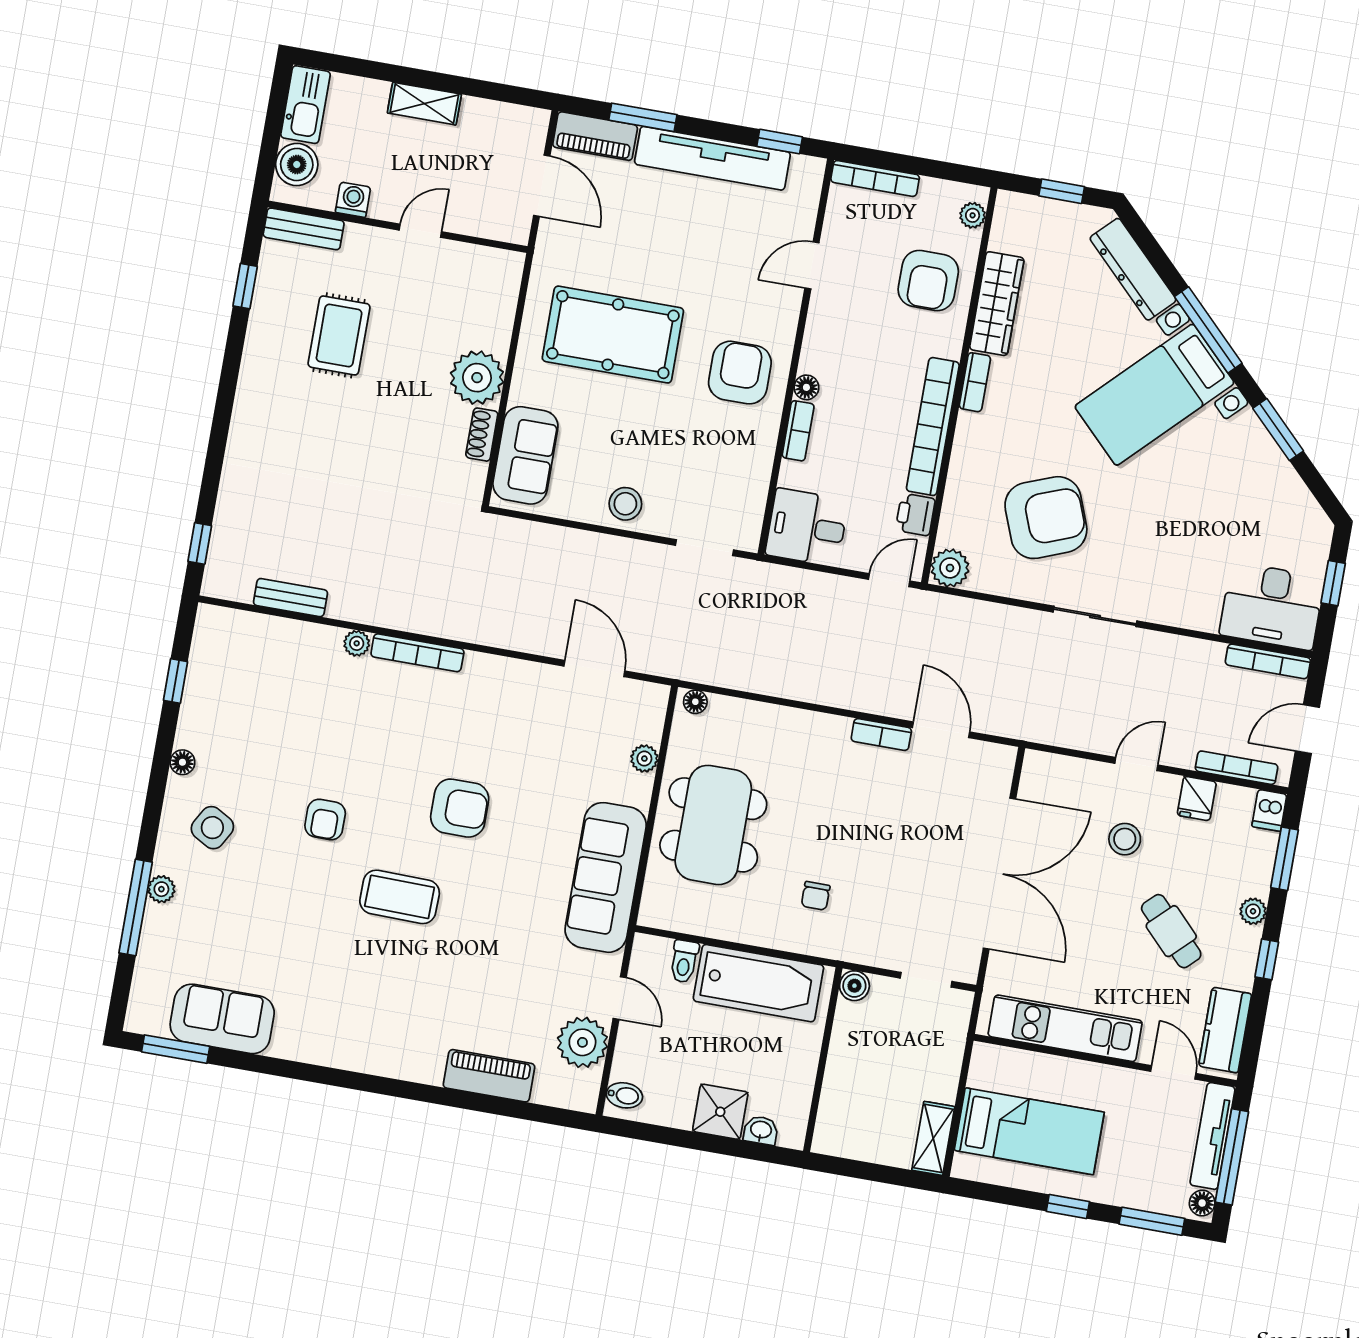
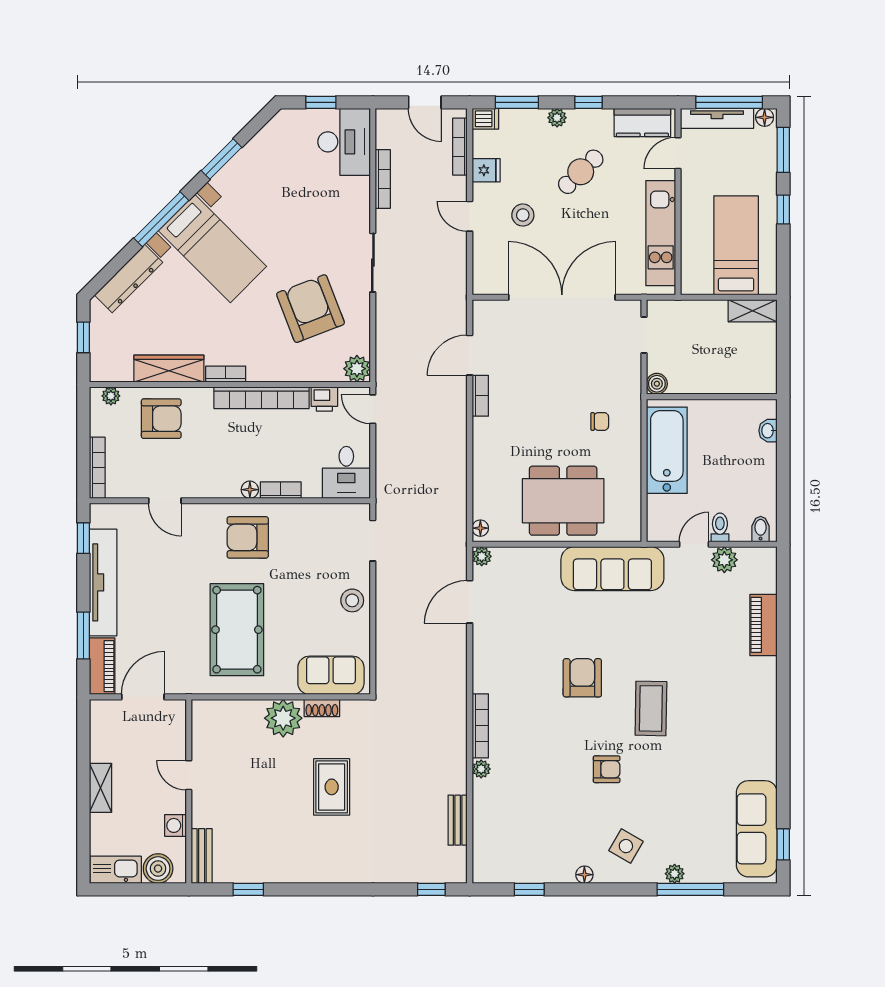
rug: (339, 335) -> (332, 787), moved, turned 90
bookcase: (1268, 661) -> (383, 179), moved
plant: (644, 759) -> (482, 556), moved
toilet: (684, 961) -> (720, 527), moved, turned -90
sofa: (222, 1019) -> (757, 829), width x1.36
plant: (582, 1042) -> (724, 560), width x0.73, depth x0.73
window: (176, 1049) -> (783, 844), width x0.67
shower: (720, 1112) -> (760, 461), removed

